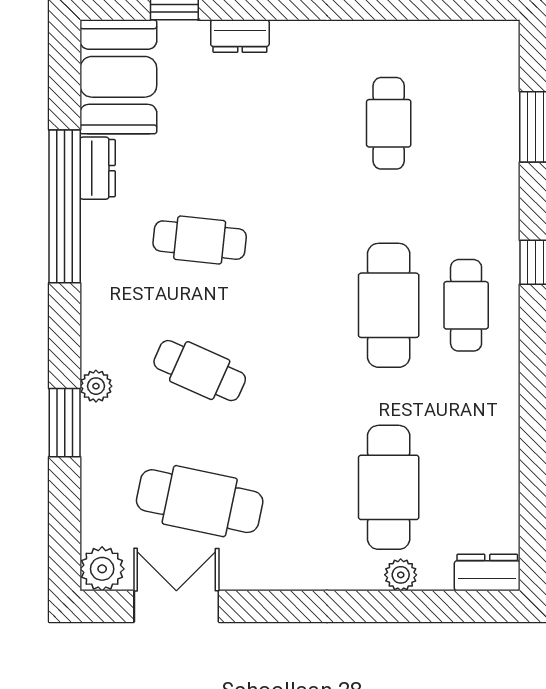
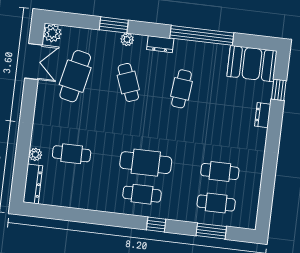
cafe table: (466, 123) -> (216, 203), added
dresser: (98, 168) -> (160, 44), moved
cafe table: (200, 371) -> (128, 82), turned -45
cafe table: (389, 487) -> (72, 154), width x0.73, depth x0.74
dresser: (487, 572) -> (33, 184), width x1.44

